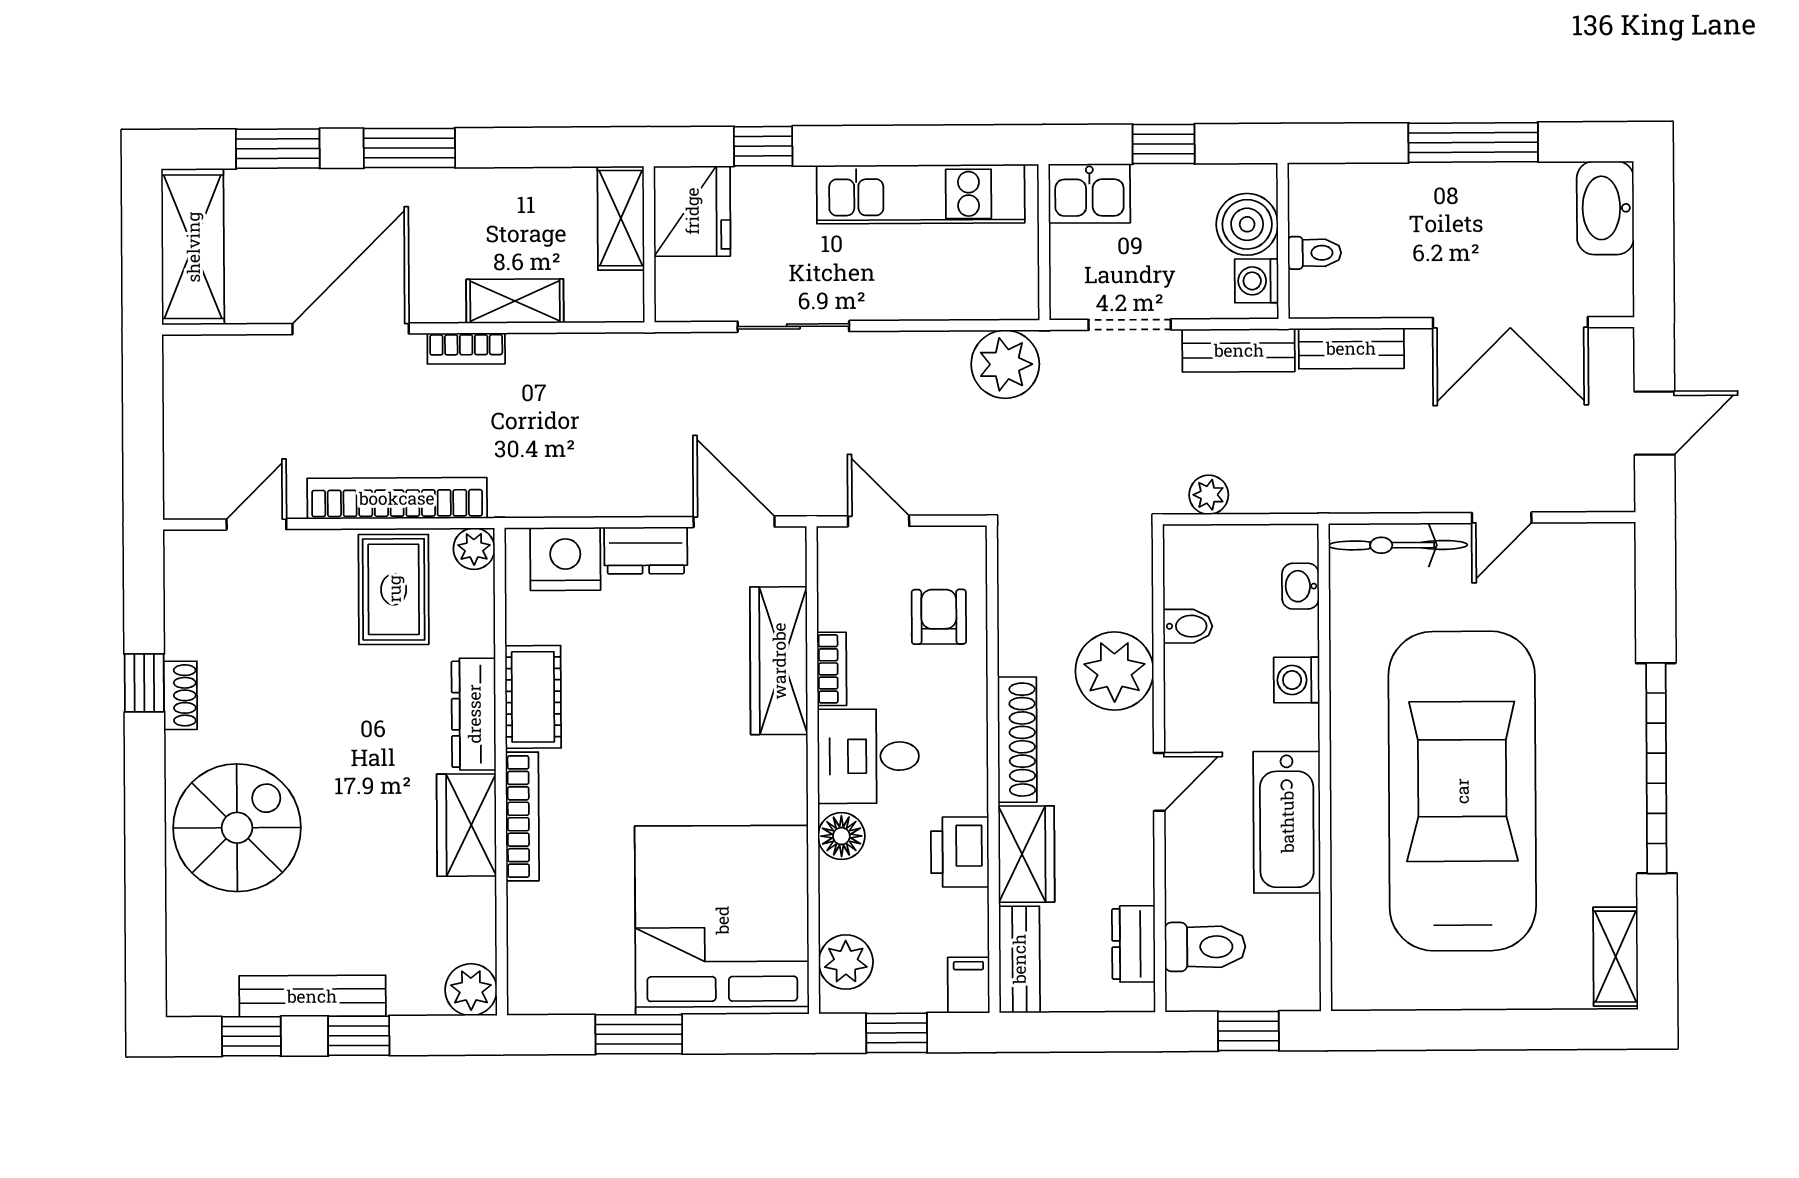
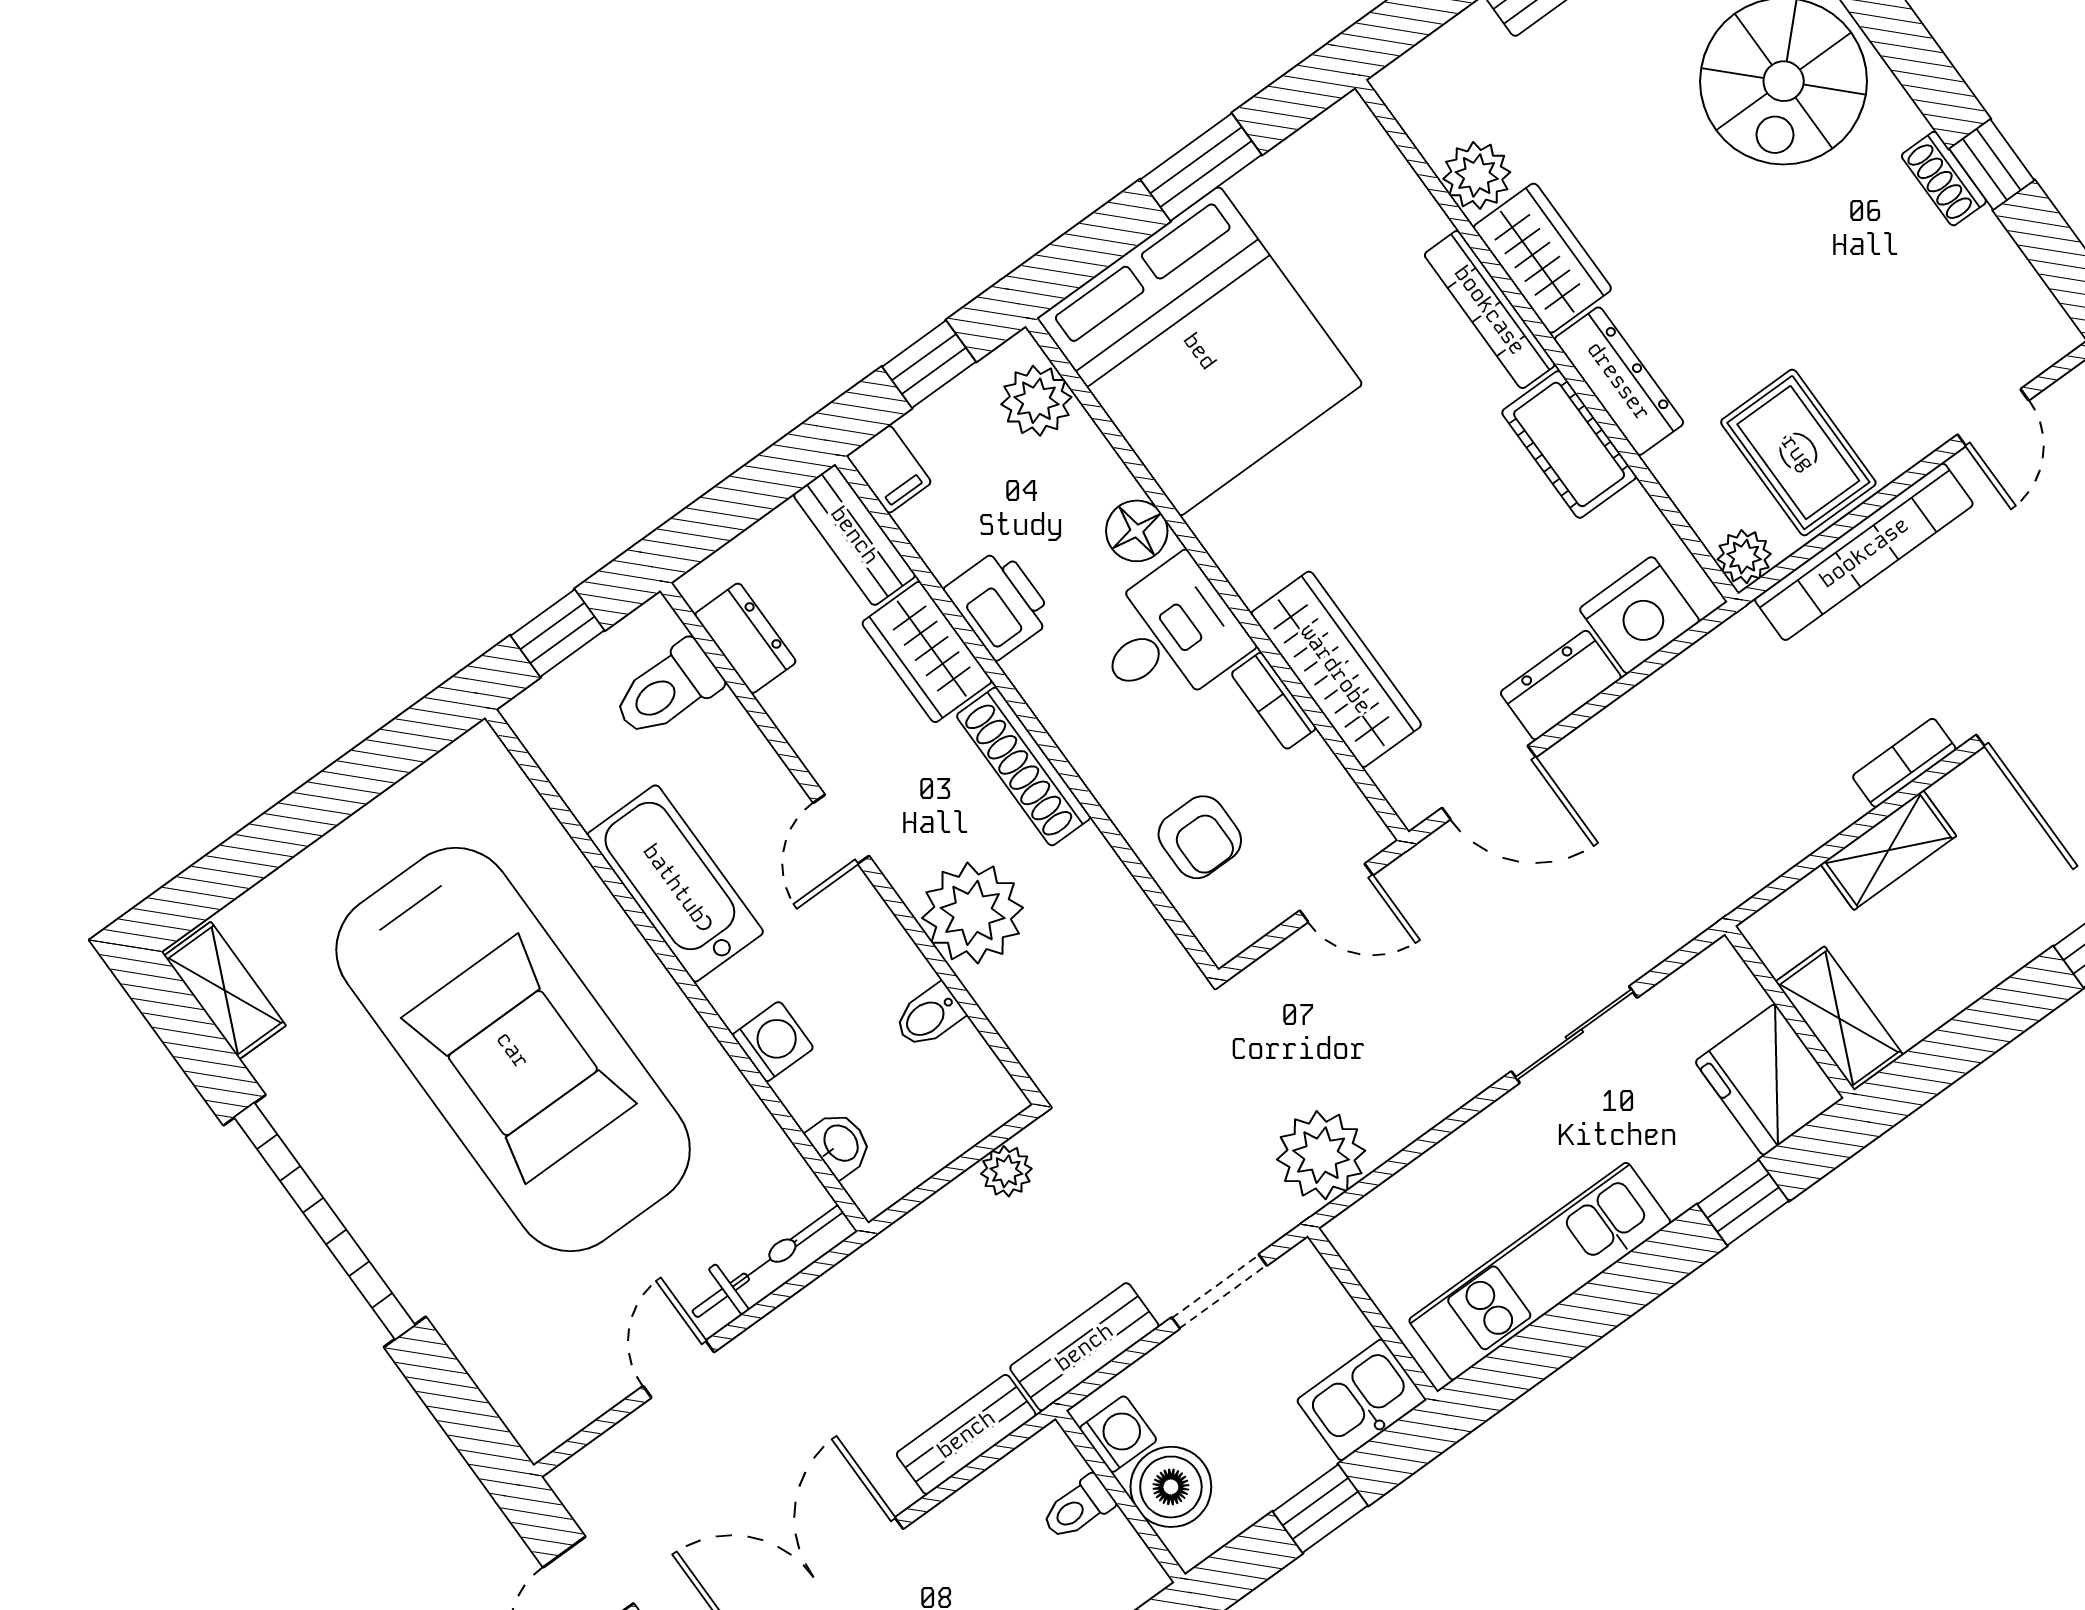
plant: (471, 990) -> (1477, 176), moved

